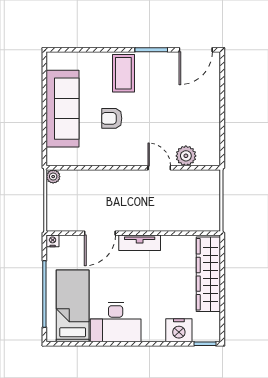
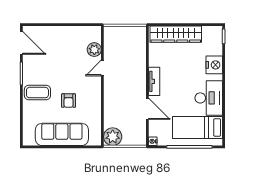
plant: (53, 177) -> (113, 137), width x1.88, depth x1.88
nightstand: (179, 330) -> (214, 65), moved

